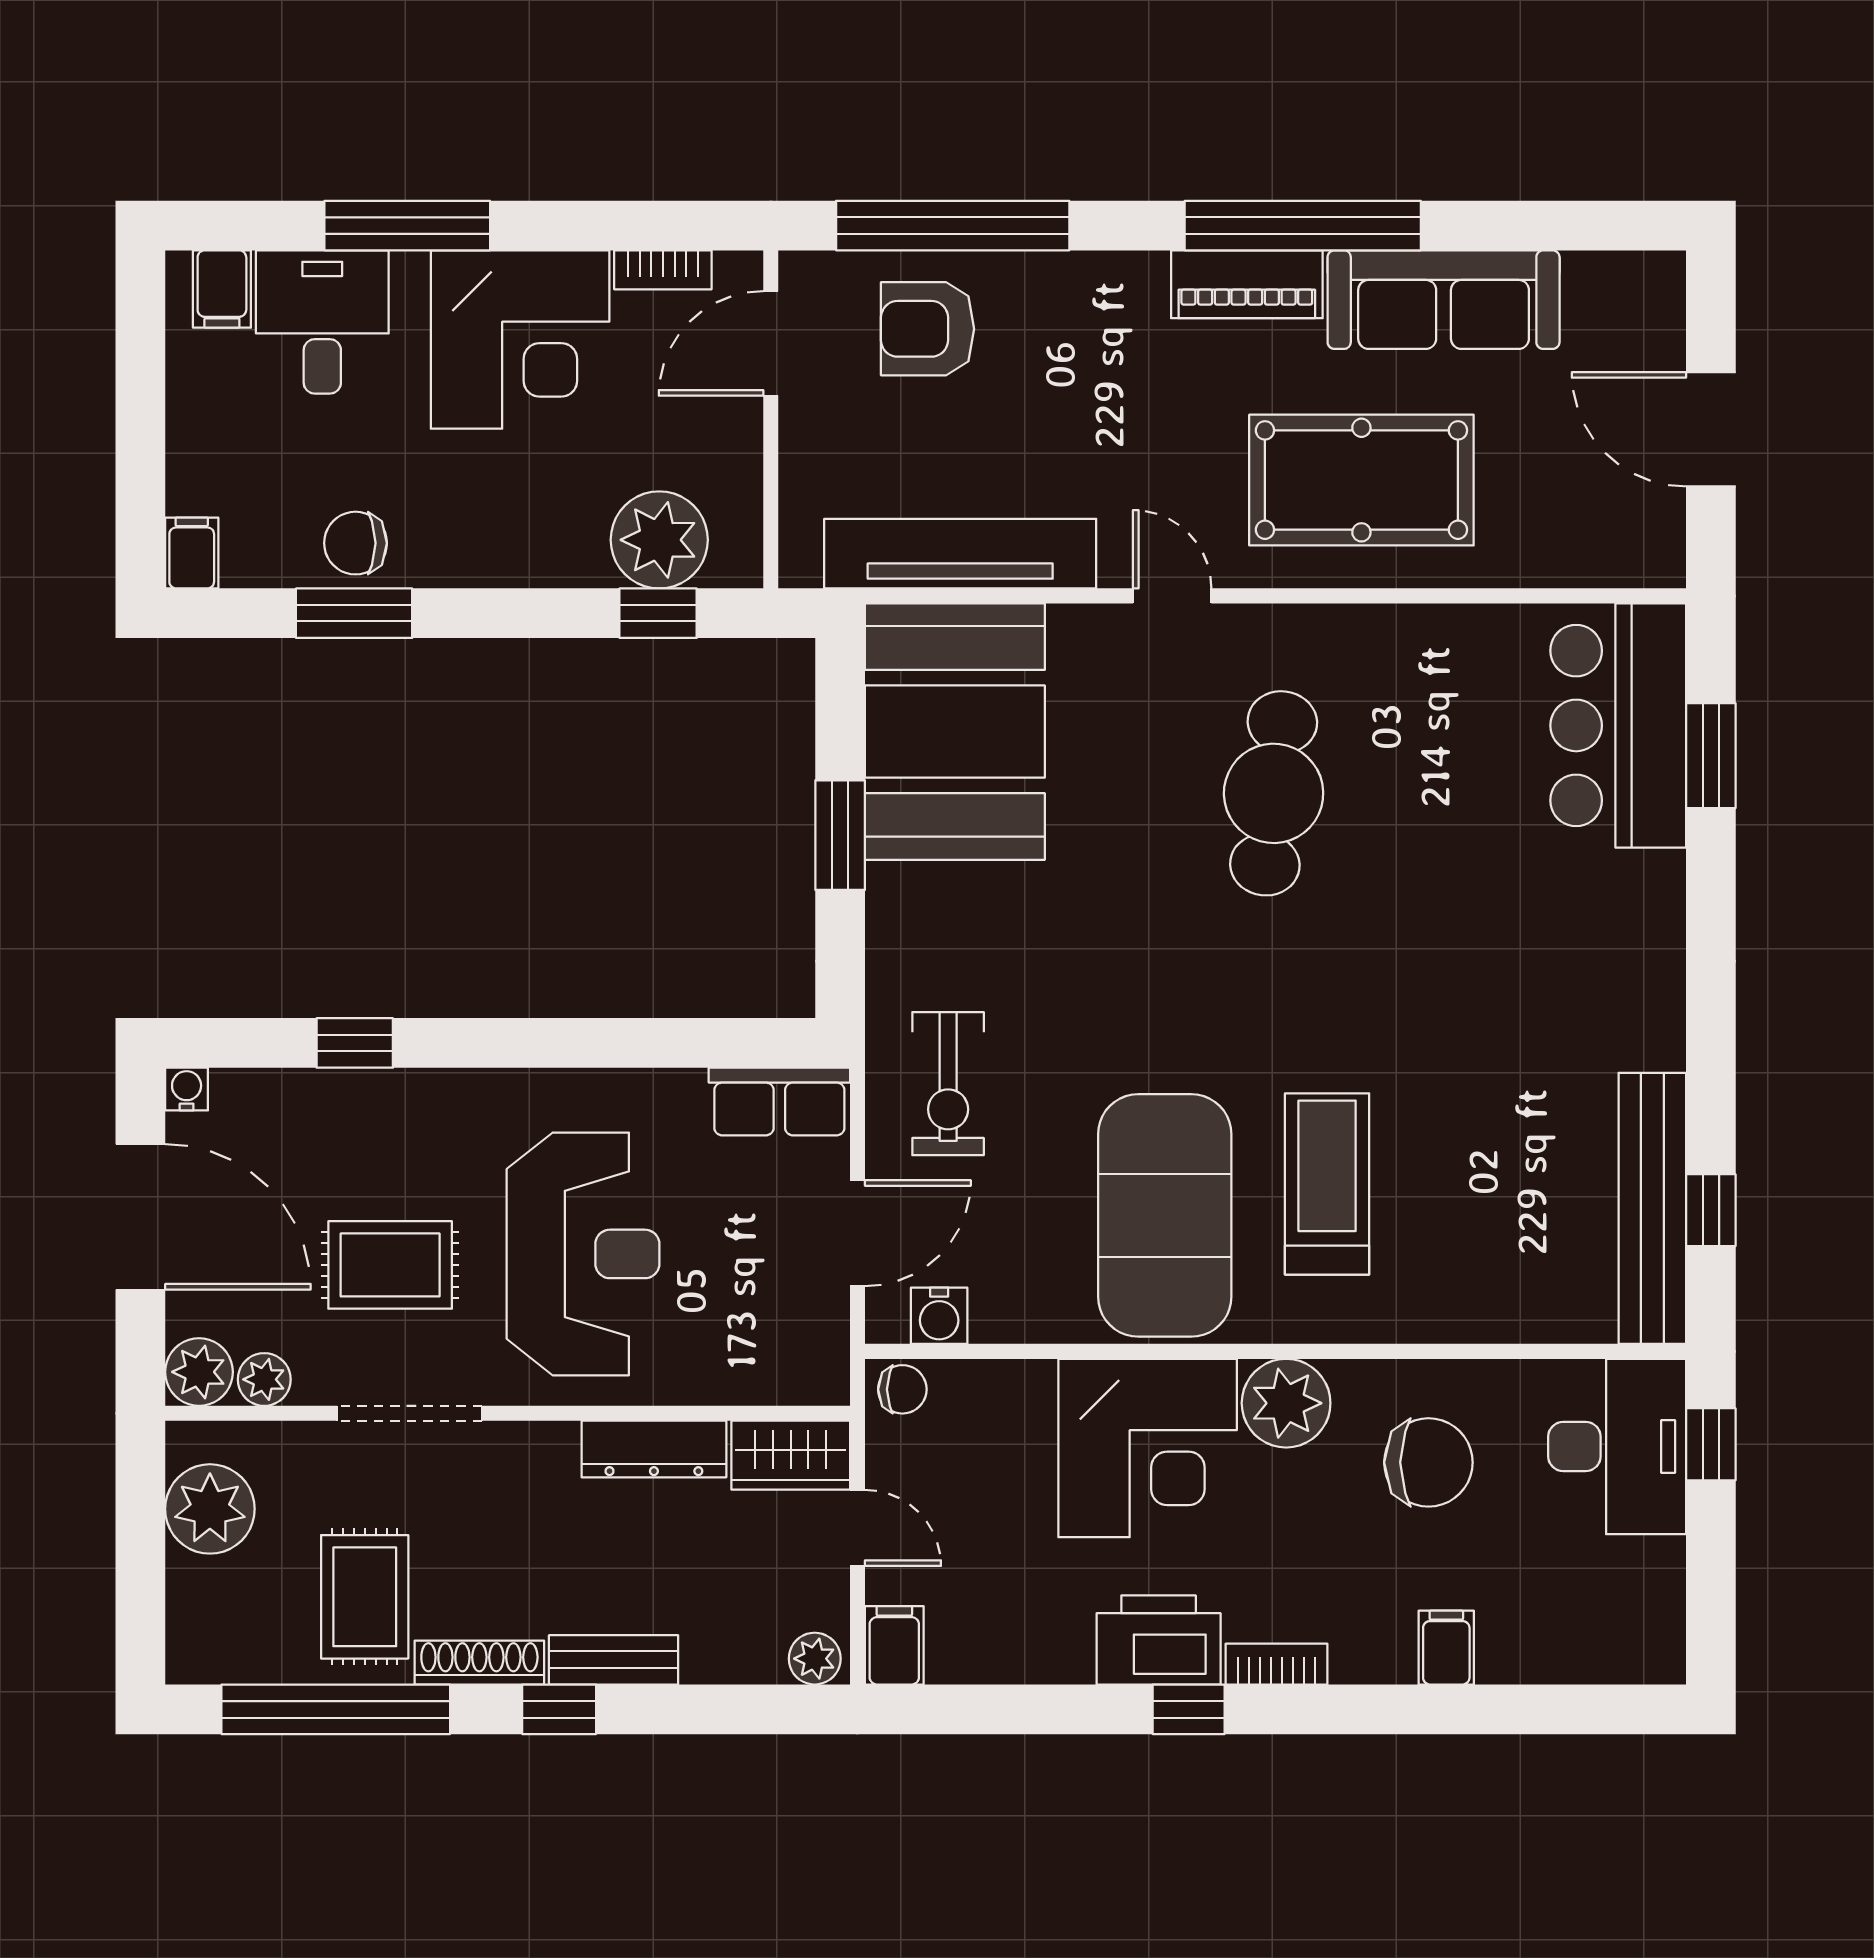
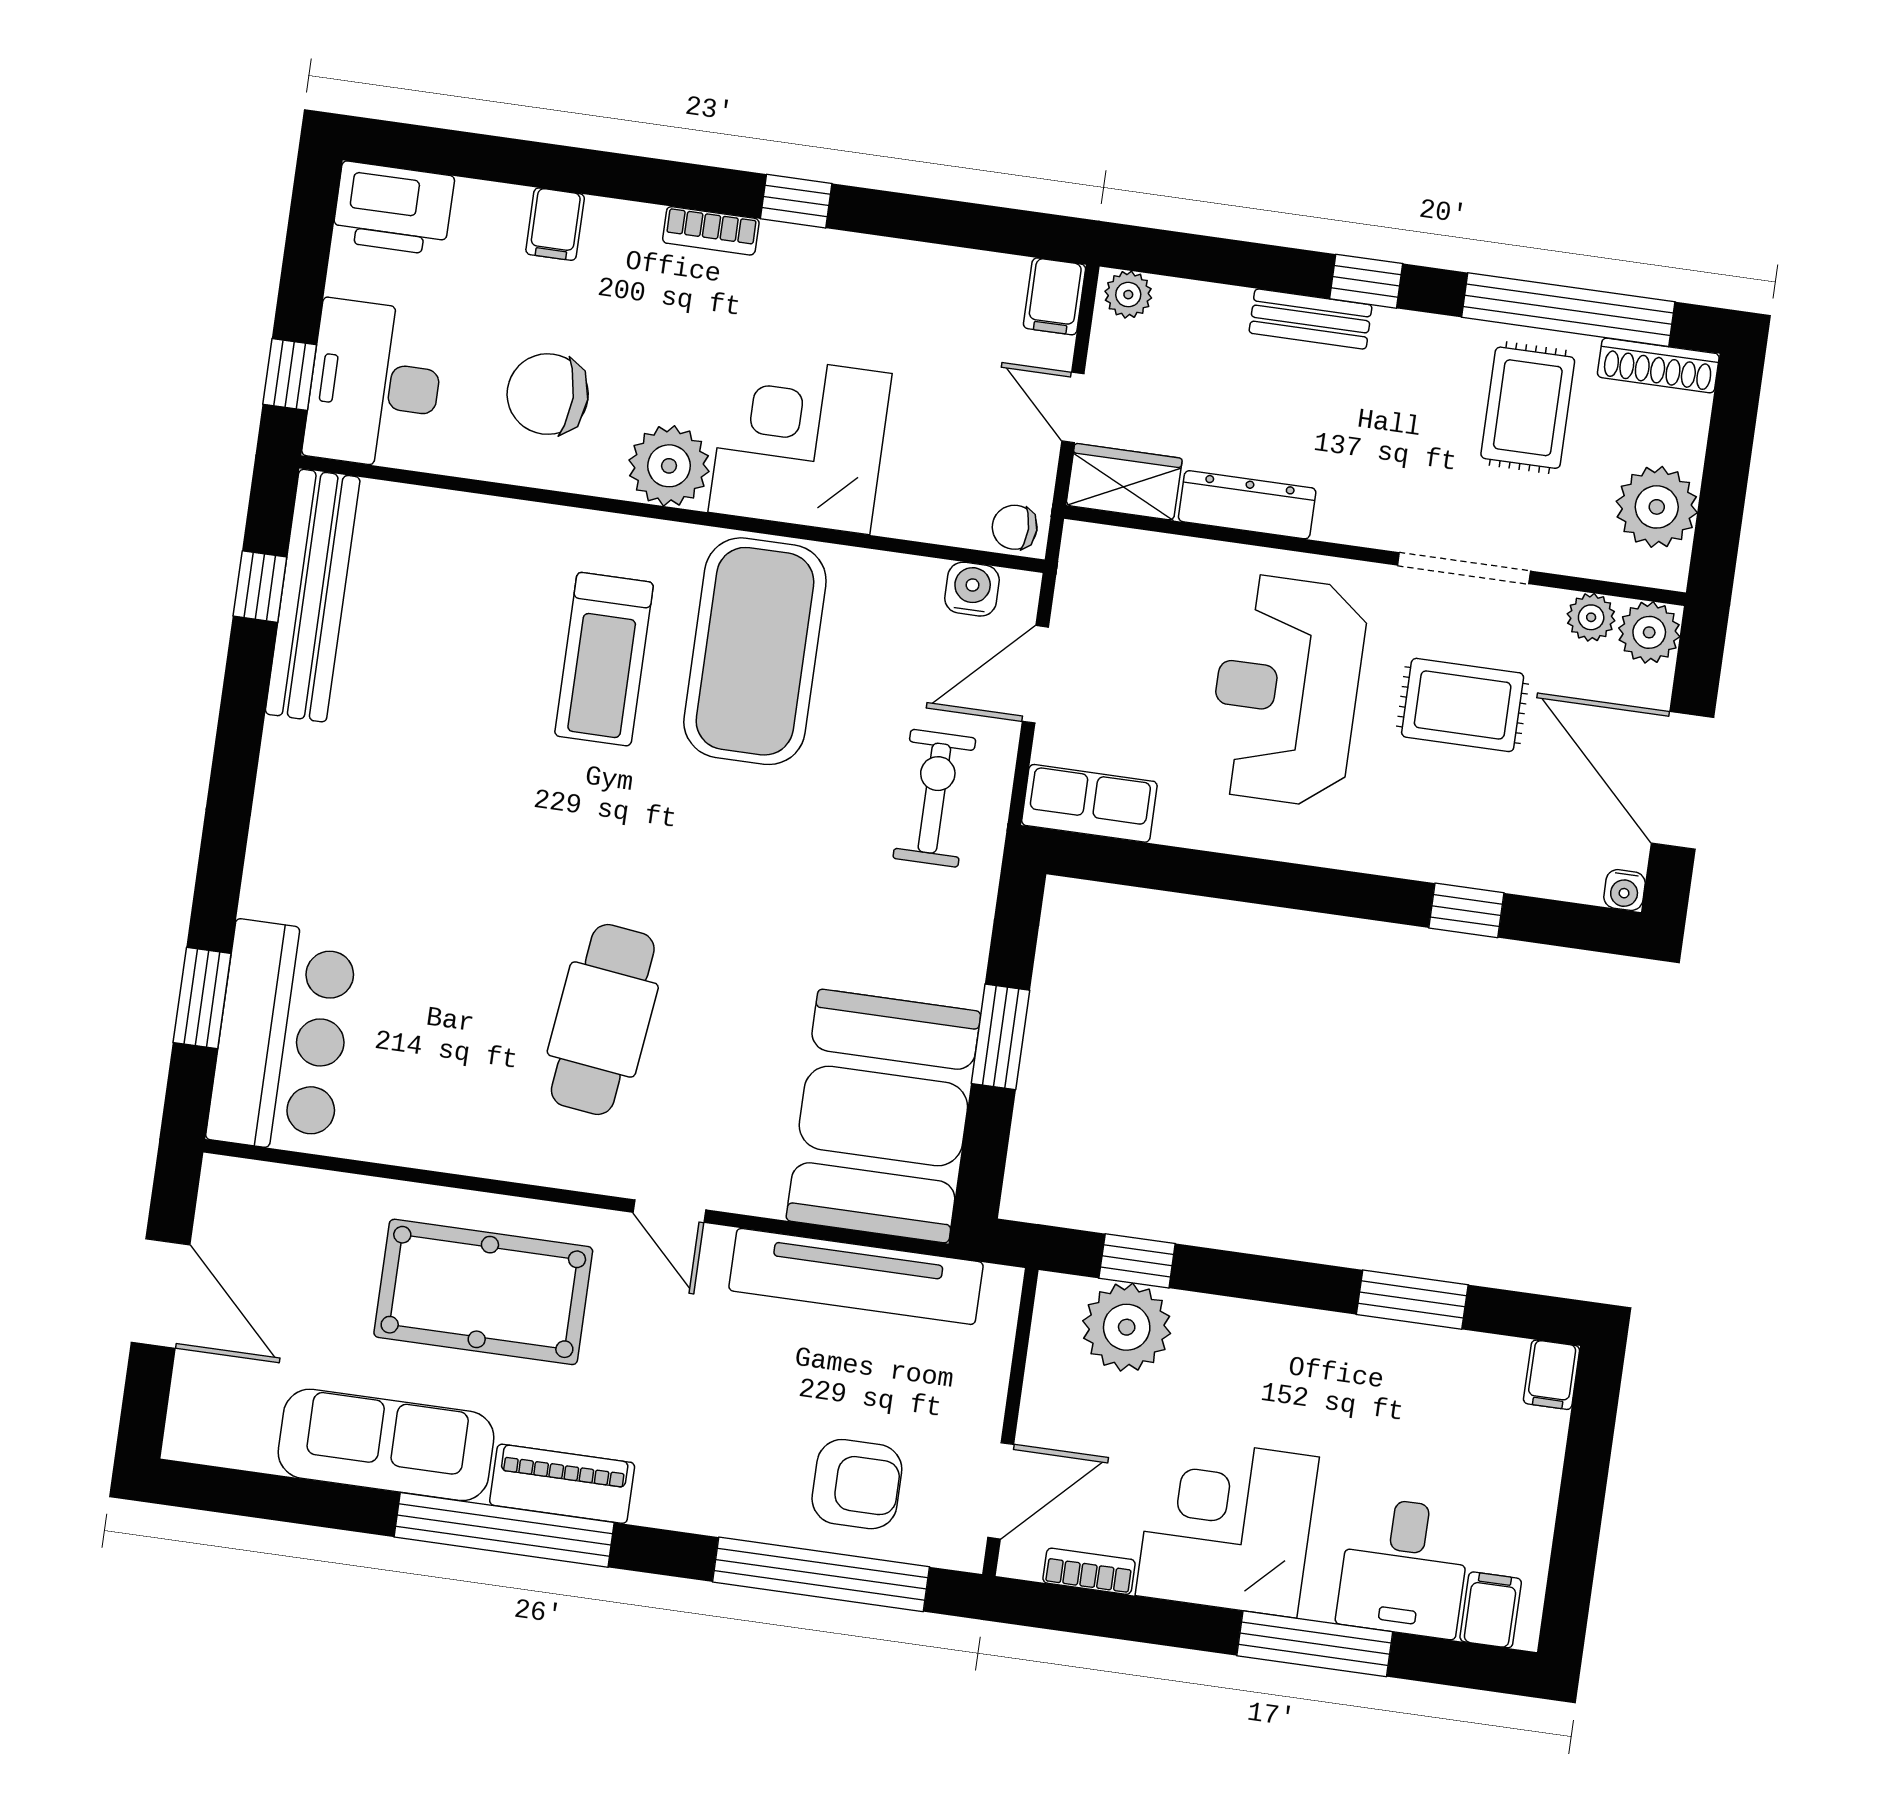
chair: (355, 543) -> (1402, 1363), removed
printer: (1159, 1640) -> (393, 208), moved
shoe rack: (479, 1663) -> (1658, 365), moved

